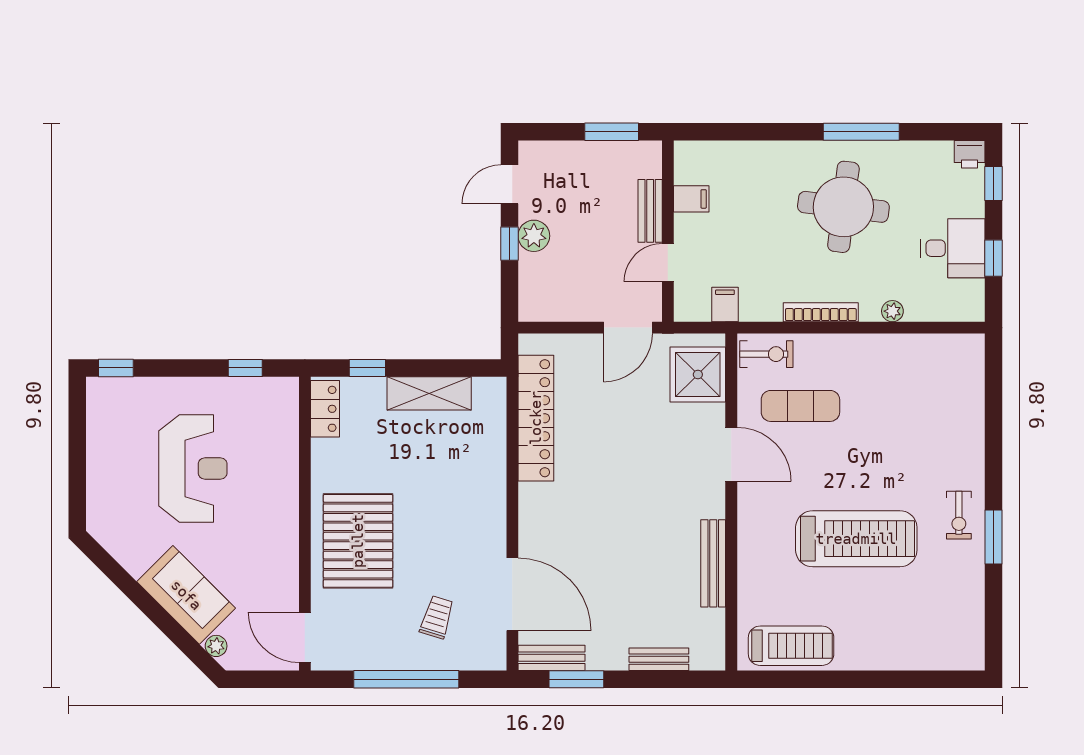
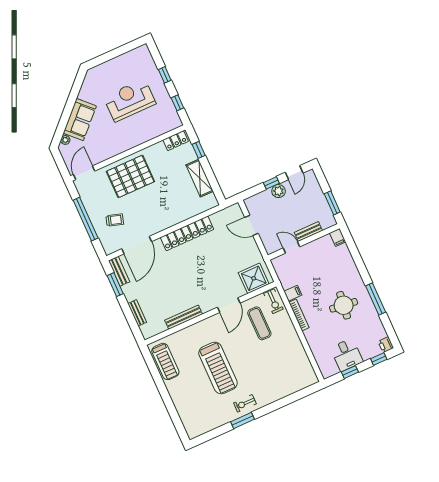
door: (509, 184) -> (294, 173), swing flipped
filing cabinet: (691, 199) -> (338, 237), moved
round table: (843, 207) -> (344, 305), width x0.73, depth x0.73
filing cabinet: (725, 304) -> (293, 293), moved
plant: (892, 311) -> (312, 342), removed
door: (628, 328) -> (251, 225), moved
window: (116, 368) -> (165, 75), moved
locker: (536, 418) -> (187, 233), moved
reception desk: (193, 468) -> (130, 100), turned 180

